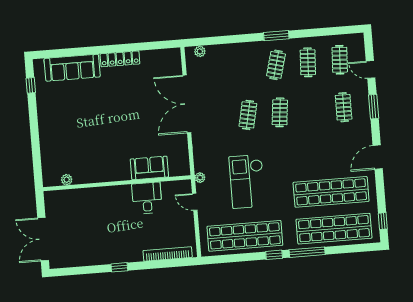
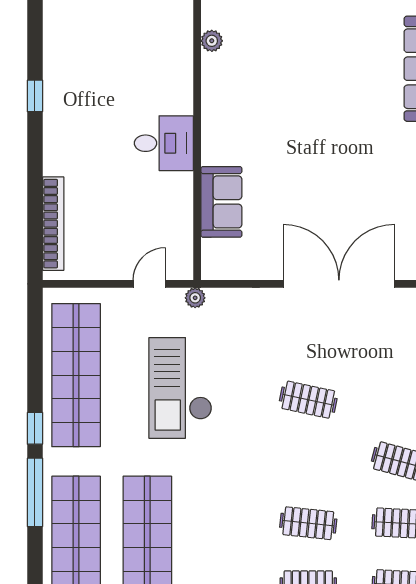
clothes rail: (280, 112) -> (308, 523), moved
checkout: (247, 181) -> (180, 388), turned -90
desk: (147, 198) -> (164, 143), moved
window: (119, 267) -> (35, 96), moved

